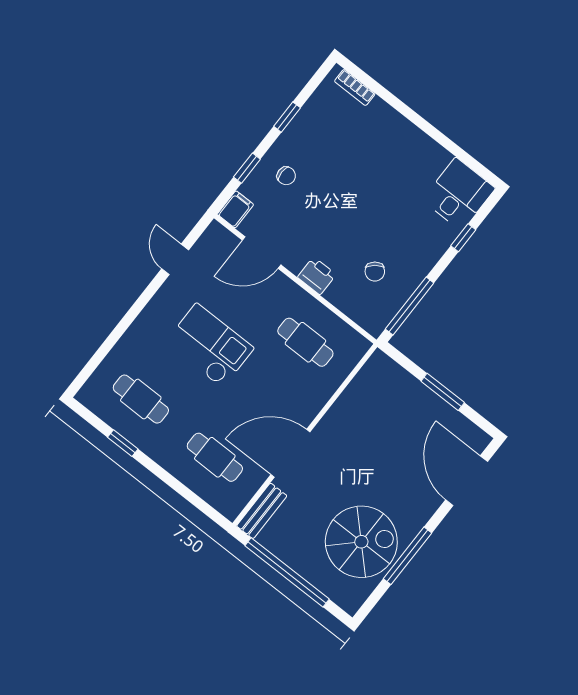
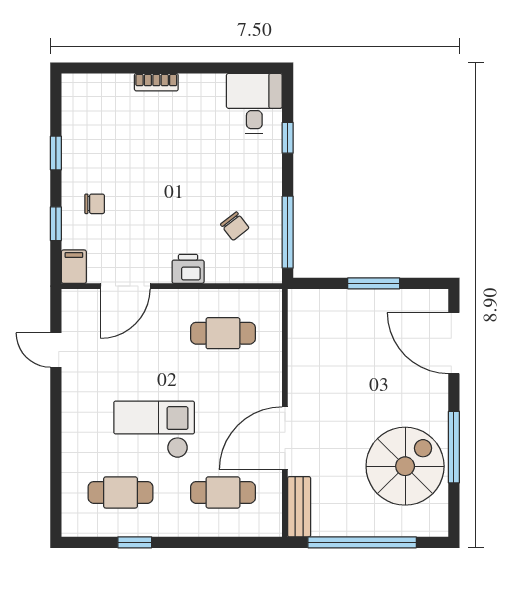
bookcase: (355, 87) -> (156, 82), moved
checkout: (209, 345) -> (154, 429), moved

